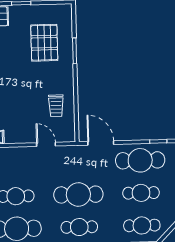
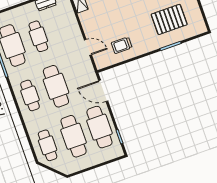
door: (101, 143) -> (103, 91), swing flipped
door: (46, 144) -> (88, 47), hinge flipped
cafe table: (141, 193) -> (74, 136), width x1.37, depth x1.35

